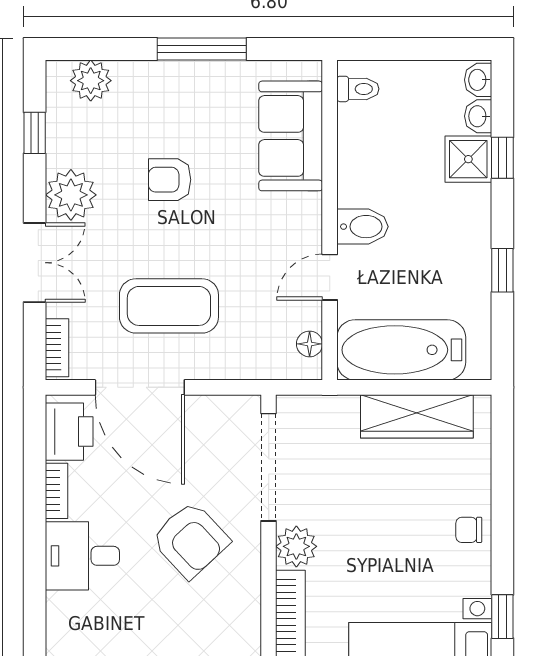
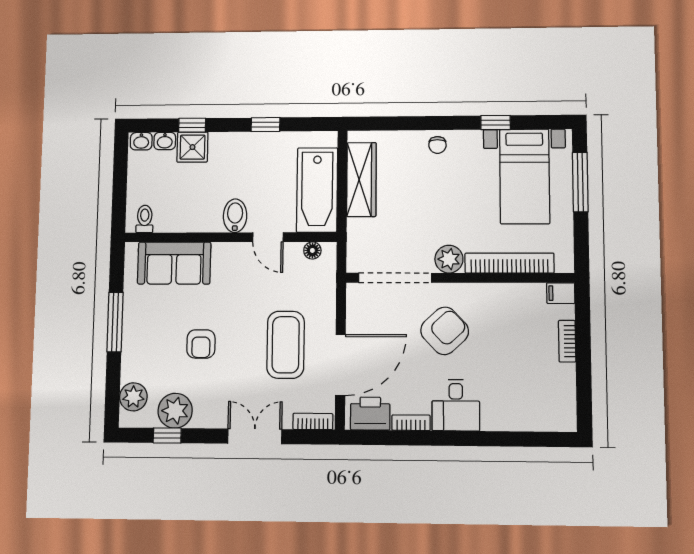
plant: (71, 195) -> (175, 411), moved

